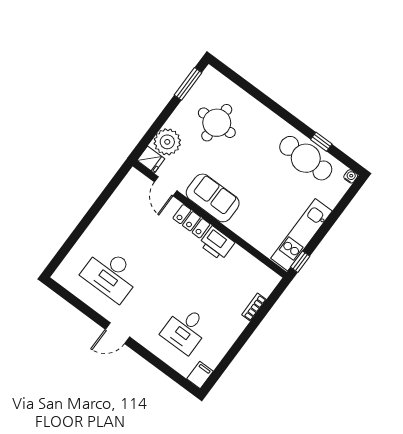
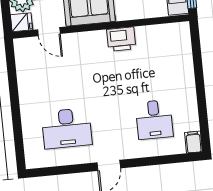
locker: (191, 221) -> (89, 40), removed
bookcase: (254, 307) -> (188, 60), removed

